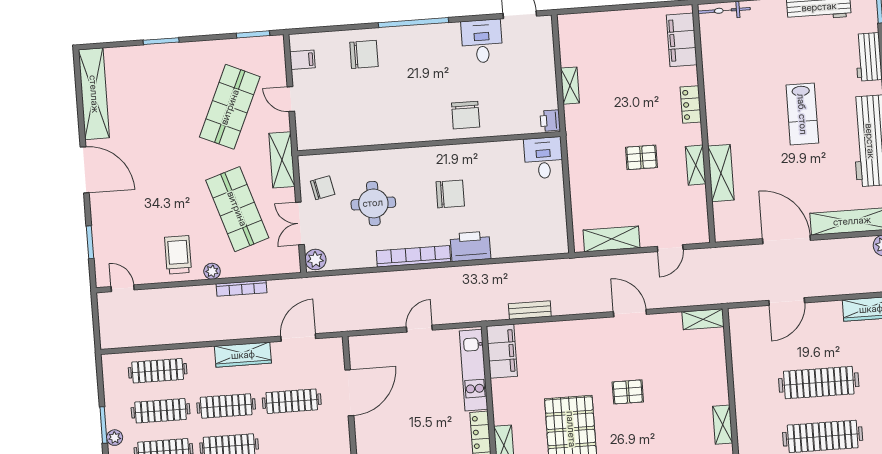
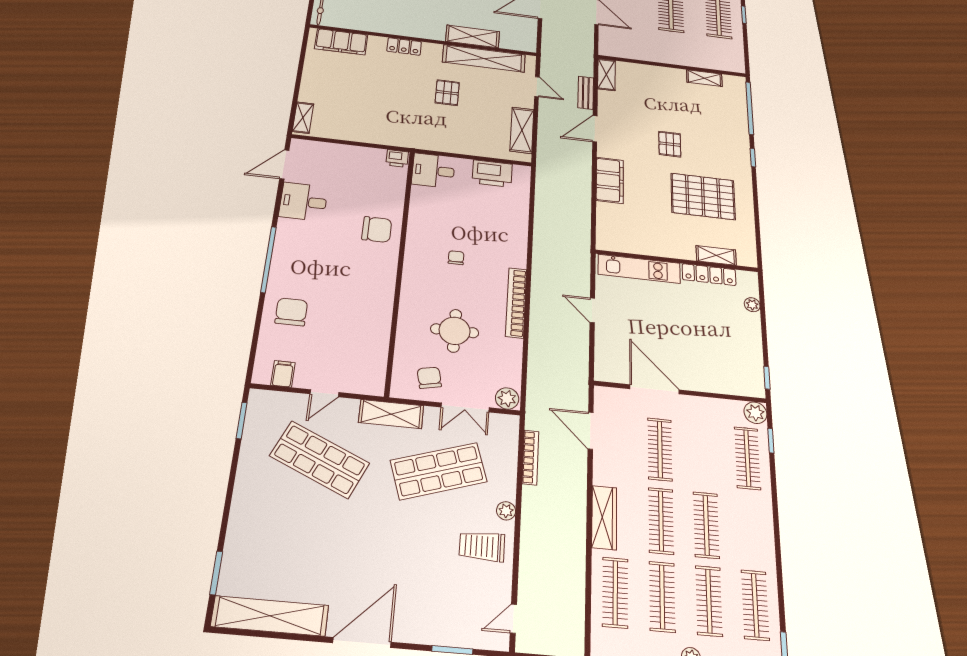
window: (161, 41) -> (216, 573), moved
shelving: (570, 86) -> (303, 118), moved, turned 90
shelving: (696, 165) -> (484, 58), width x2.20, depth x1.33
chair: (450, 194) -> (456, 258), width x0.54, depth x0.54
printer: (470, 246) -> (492, 173), moved, turned -90
bookcase: (242, 288) -> (530, 457), moved
bench: (530, 310) -> (586, 93), moved
filing cabinet: (502, 351) -> (610, 180), moved, turned 90
wardrobe: (243, 355) -> (604, 518), moved

